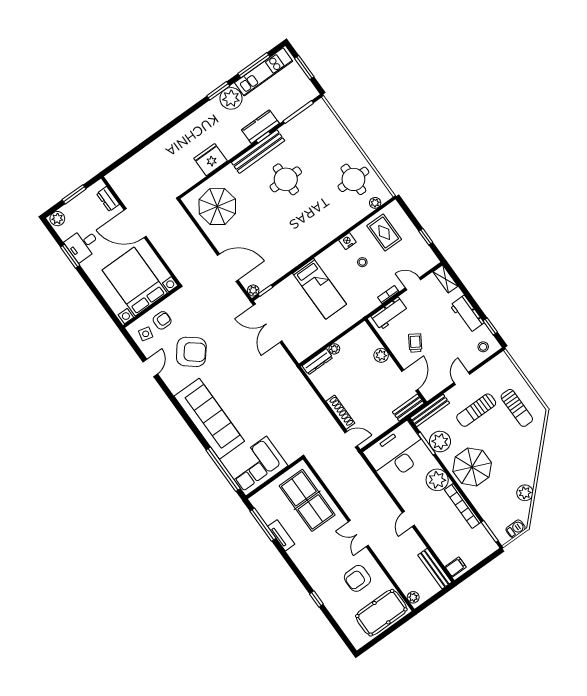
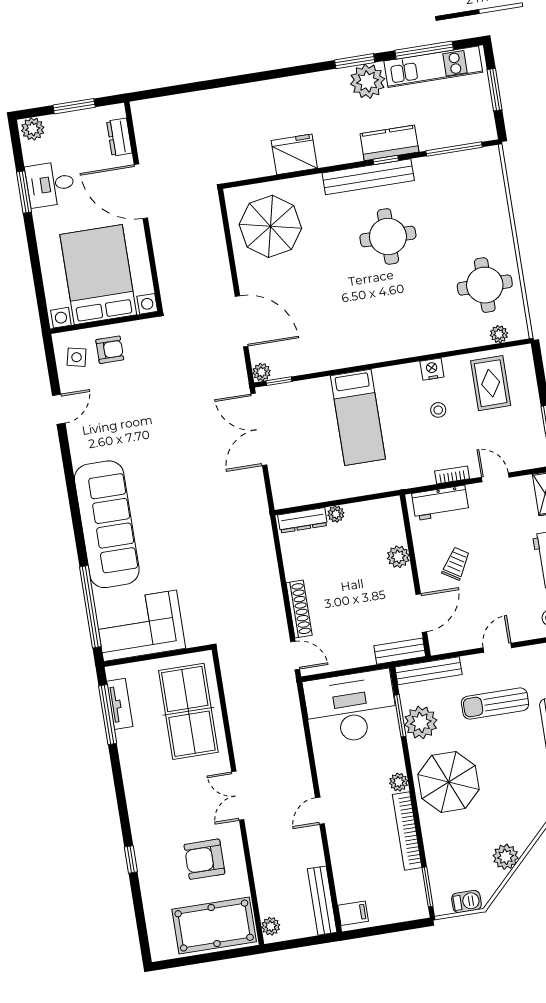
armchair: (191, 352) -> (129, 416), removed
plant: (437, 480) -> (399, 782), width x0.53, depth x0.53
tv unit: (281, 535) -> (120, 704), moved

